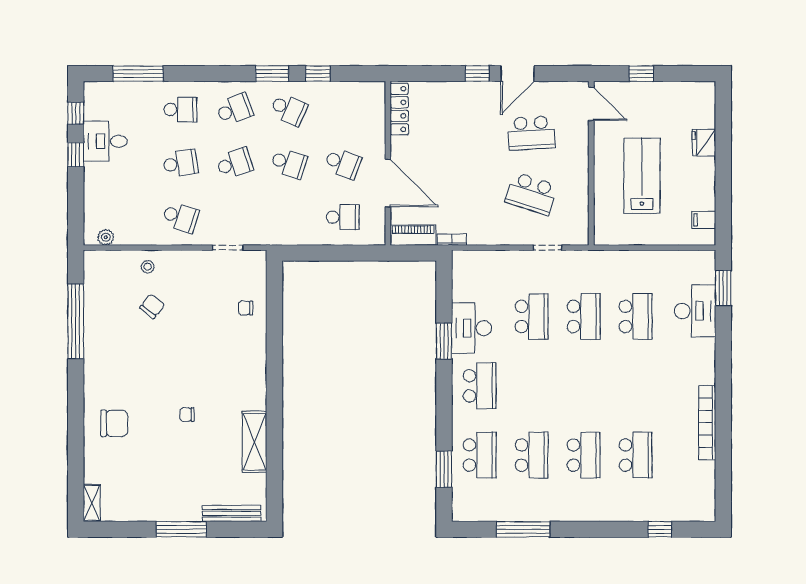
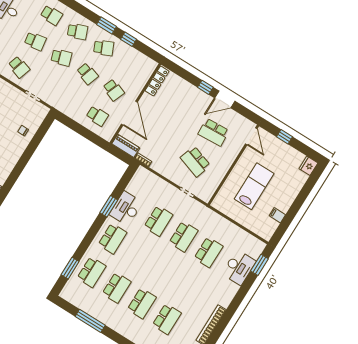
school desk: (289, 109) -> (104, 48), turned -48
fridge: (704, 143) -> (308, 166), moved
filing cabinet: (704, 220) -> (277, 215), moved

